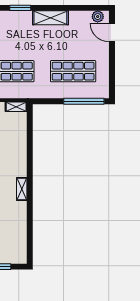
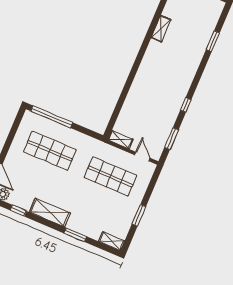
window: (78, 8) -> (18, 211), added
shelving: (22, 189) -> (161, 29), moved

